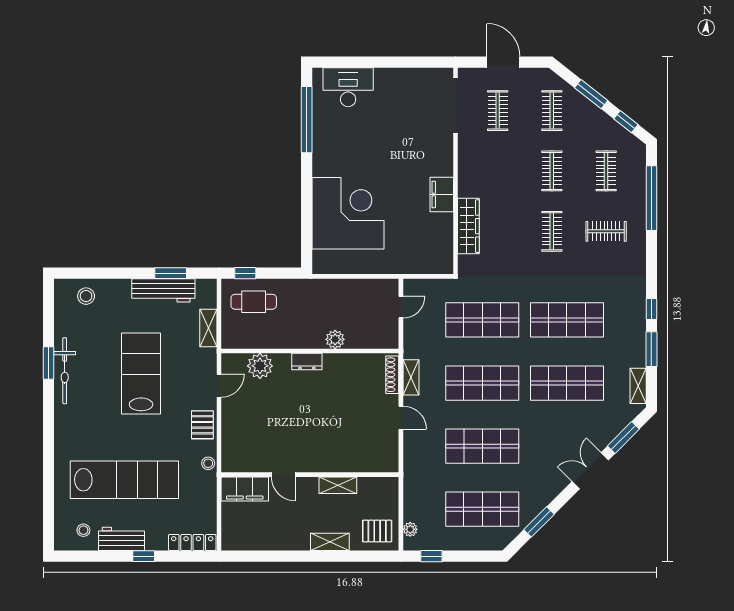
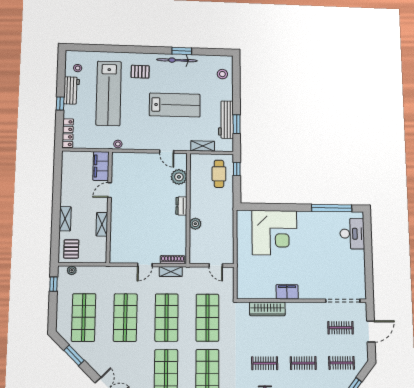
pallet: (202, 425) -> (140, 72), moved

